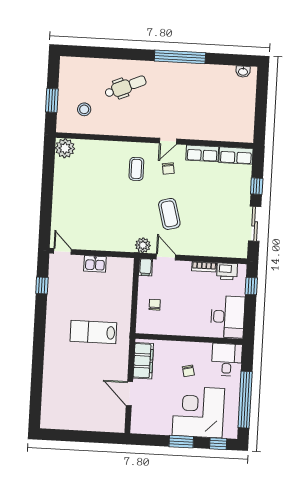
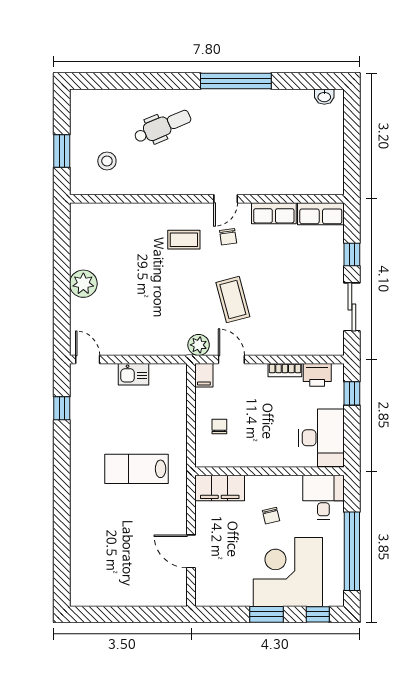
plant: (65, 148) -> (83, 284), moved
coffee table: (136, 169) -> (184, 240), turned 90
filing cabinet: (143, 361) -> (220, 488), moved, turned 90

